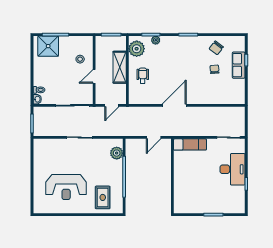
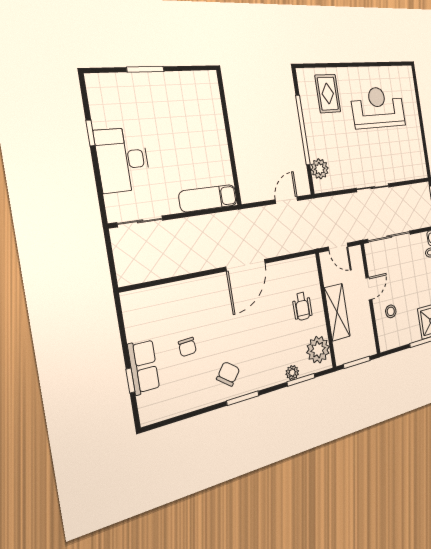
chair: (216, 48) -> (228, 374), moved
door: (112, 105) -> (338, 247), swing flipped
door: (154, 137) -> (286, 200), moved

